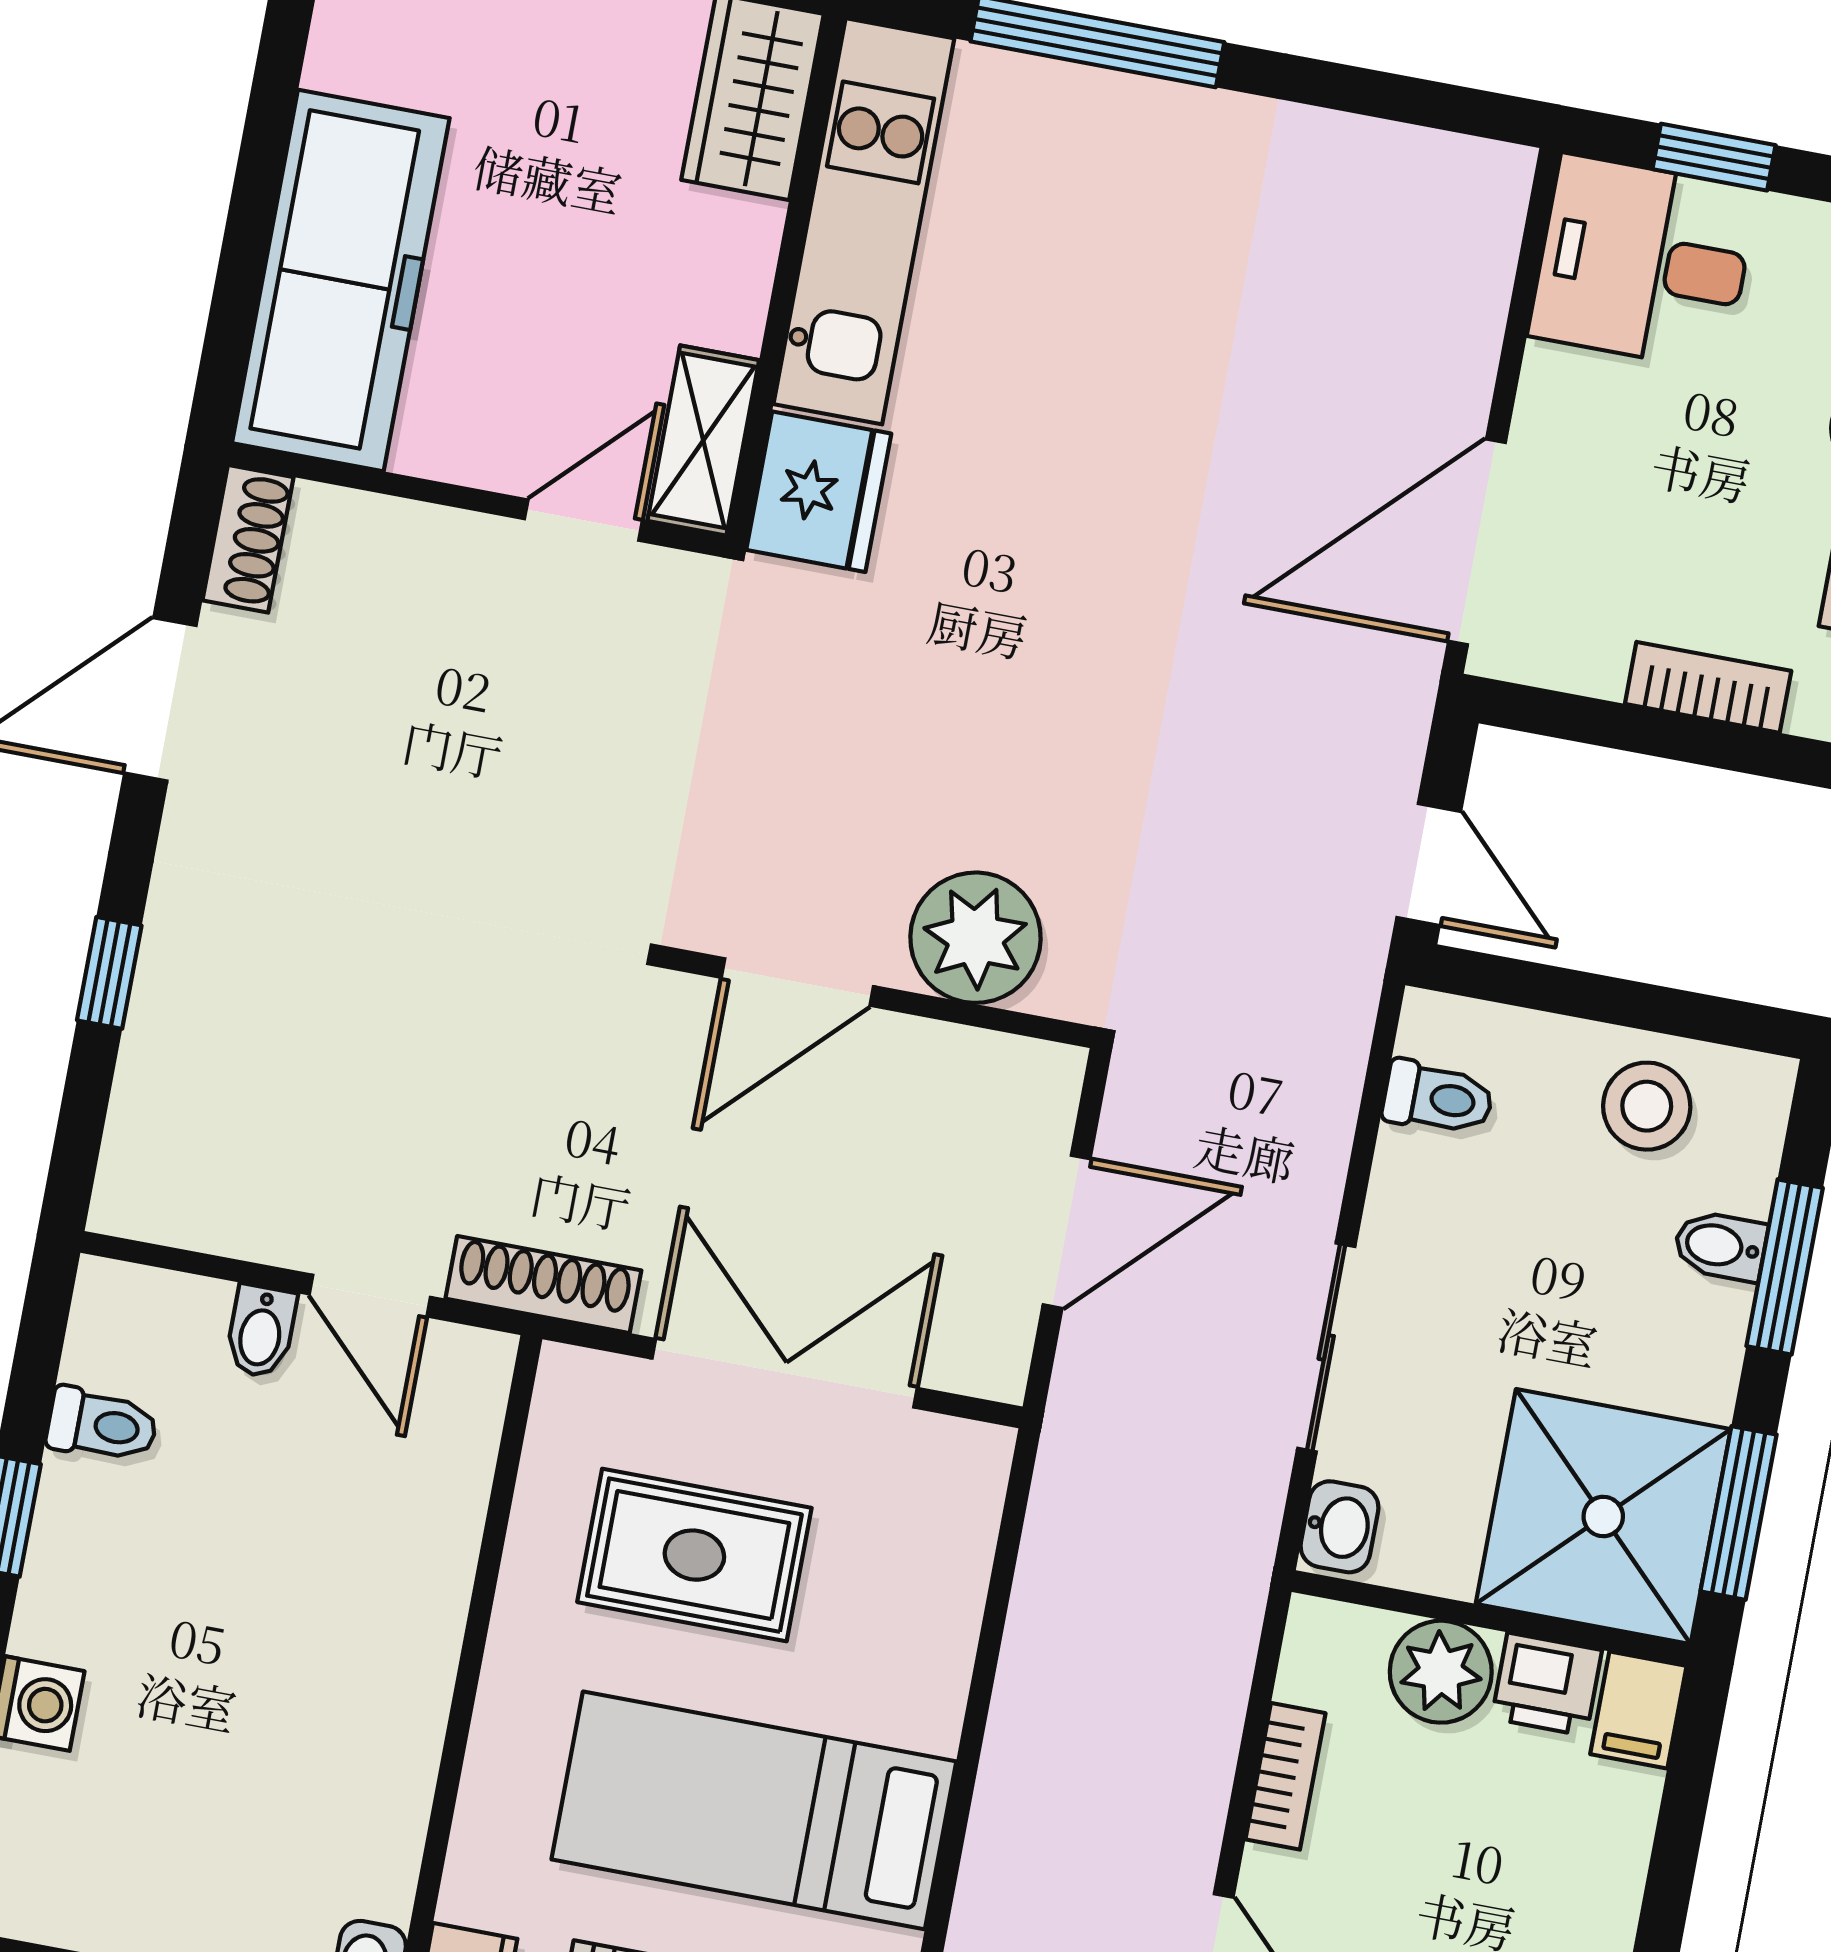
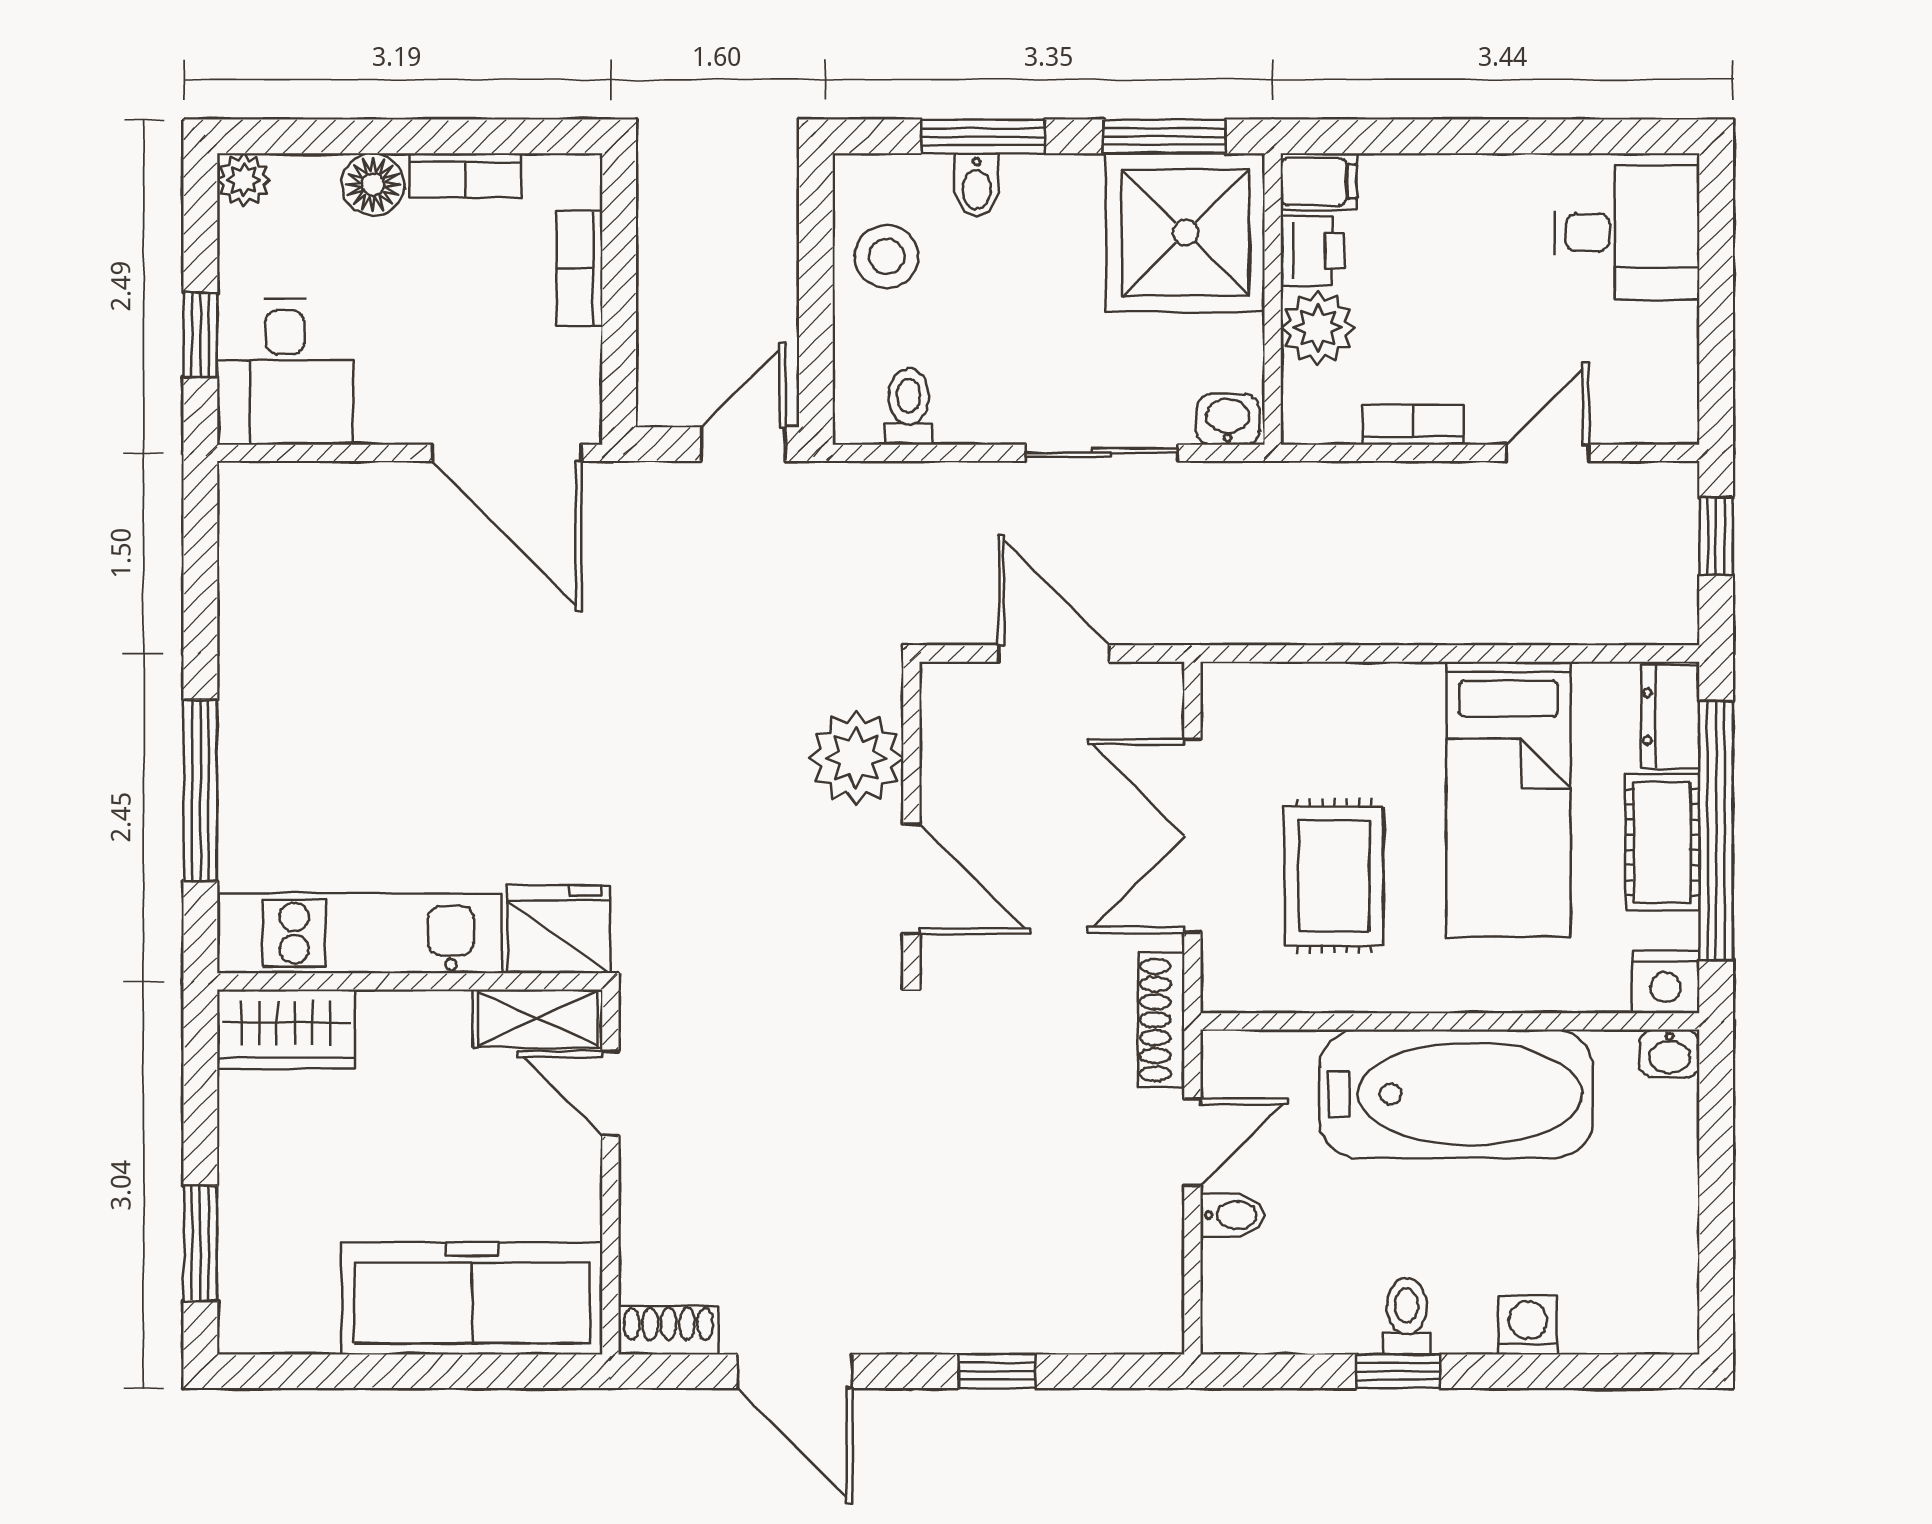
toilet: (102, 1425) -> (1407, 1316), moved
bathtub: (368, 1665) -> (1456, 1094), added

